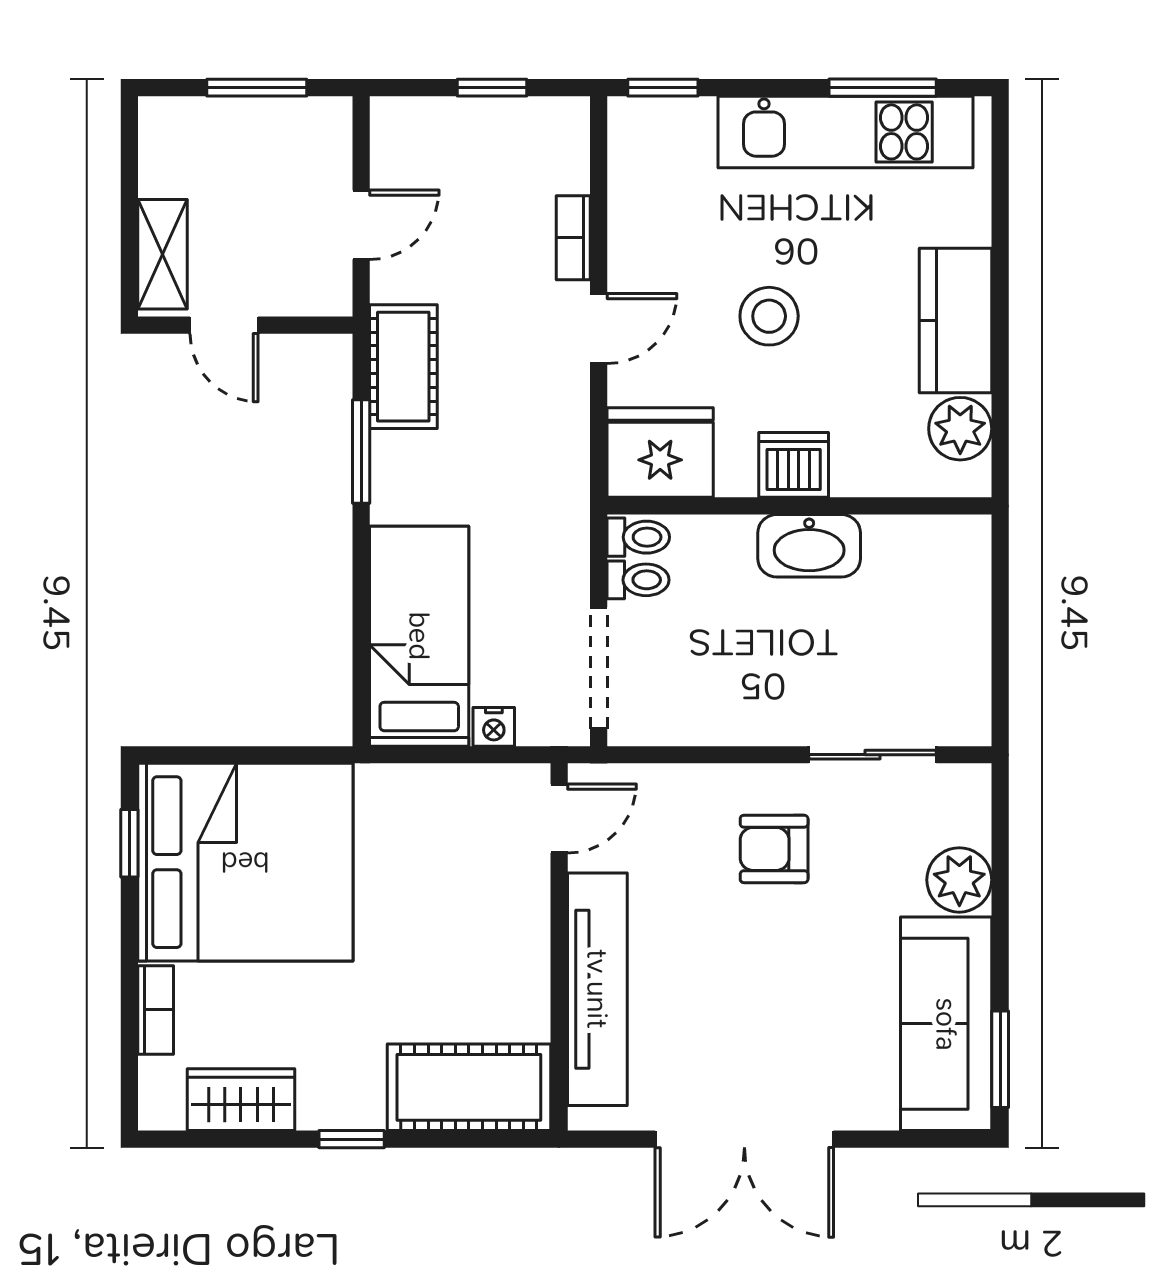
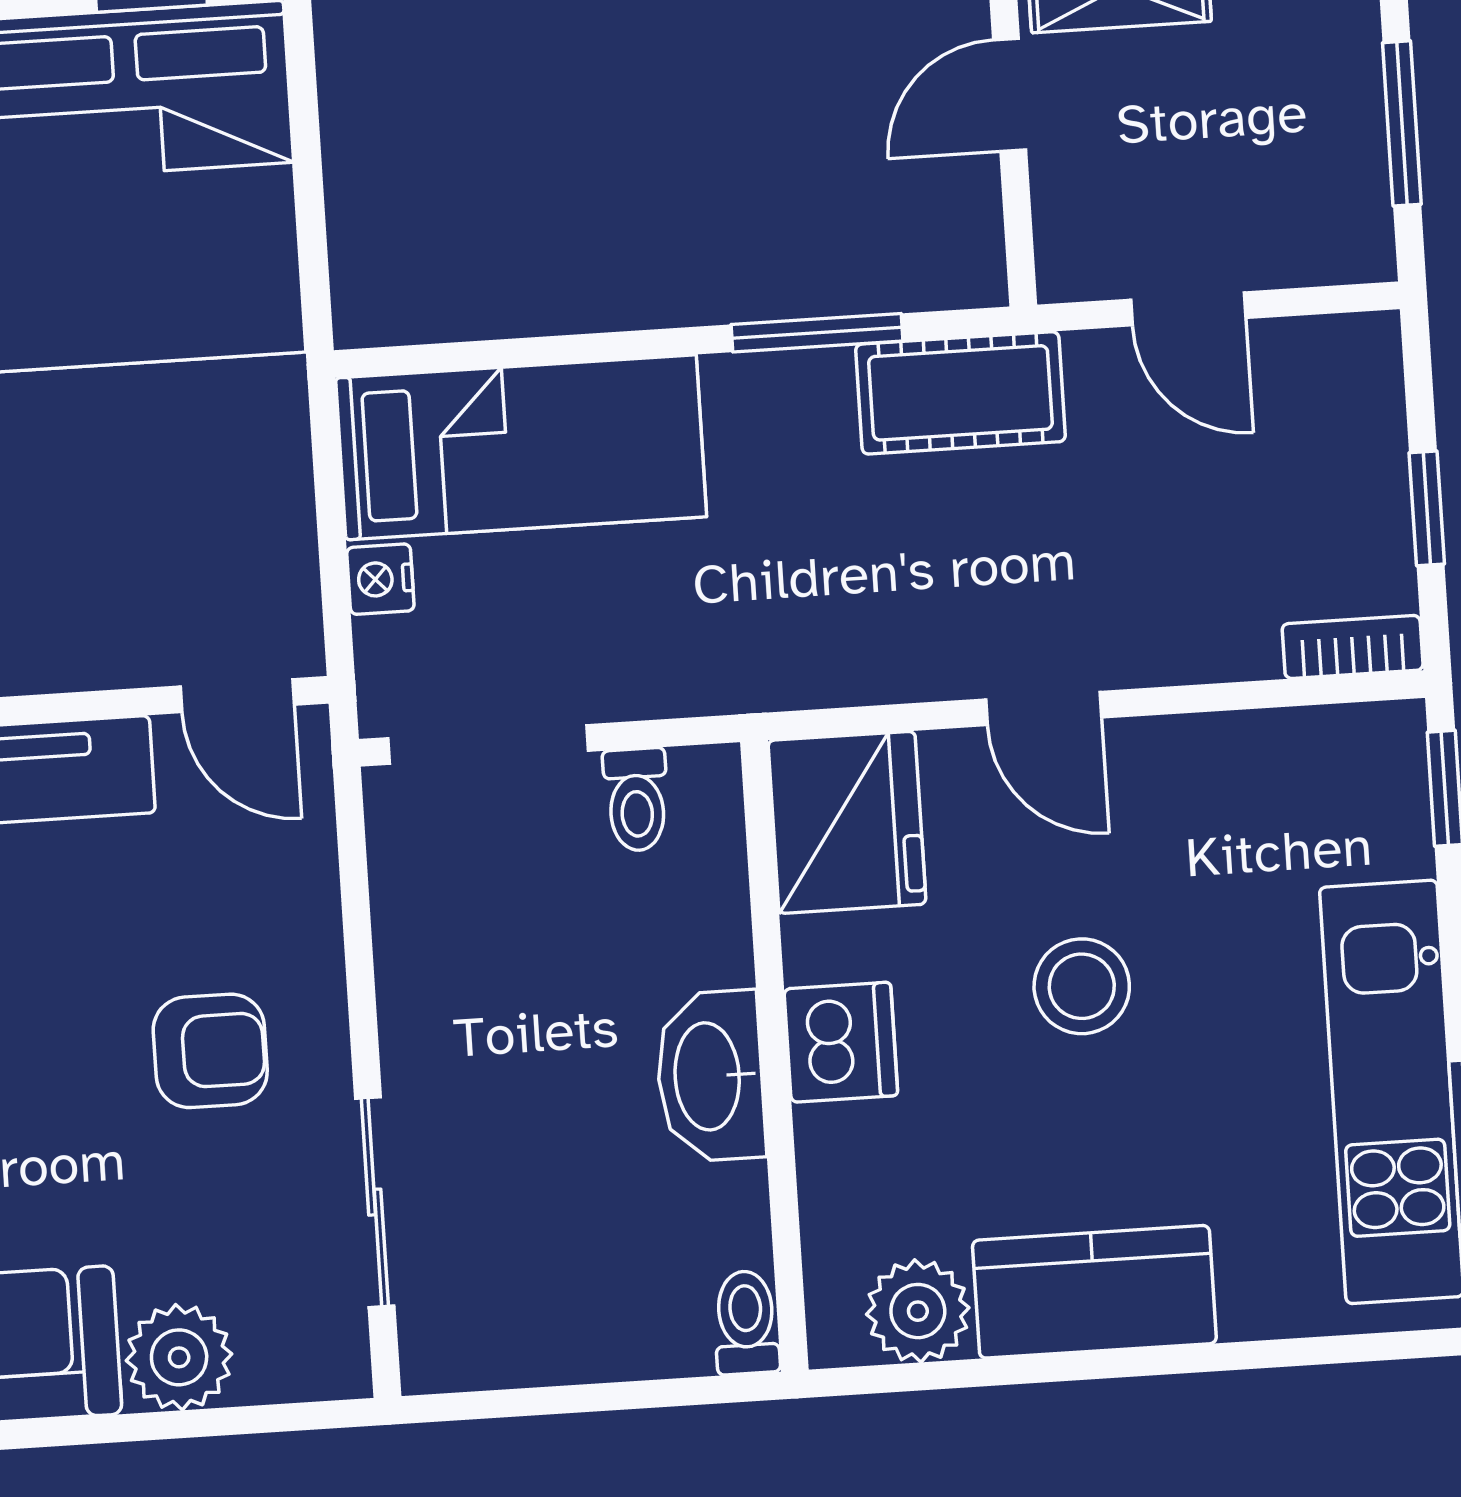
bookcase: (573, 238) -> (1353, 647), moved
toilet: (638, 537) -> (746, 1322), moved, turned 180
armchair: (774, 849) -> (210, 1051), turned 90

